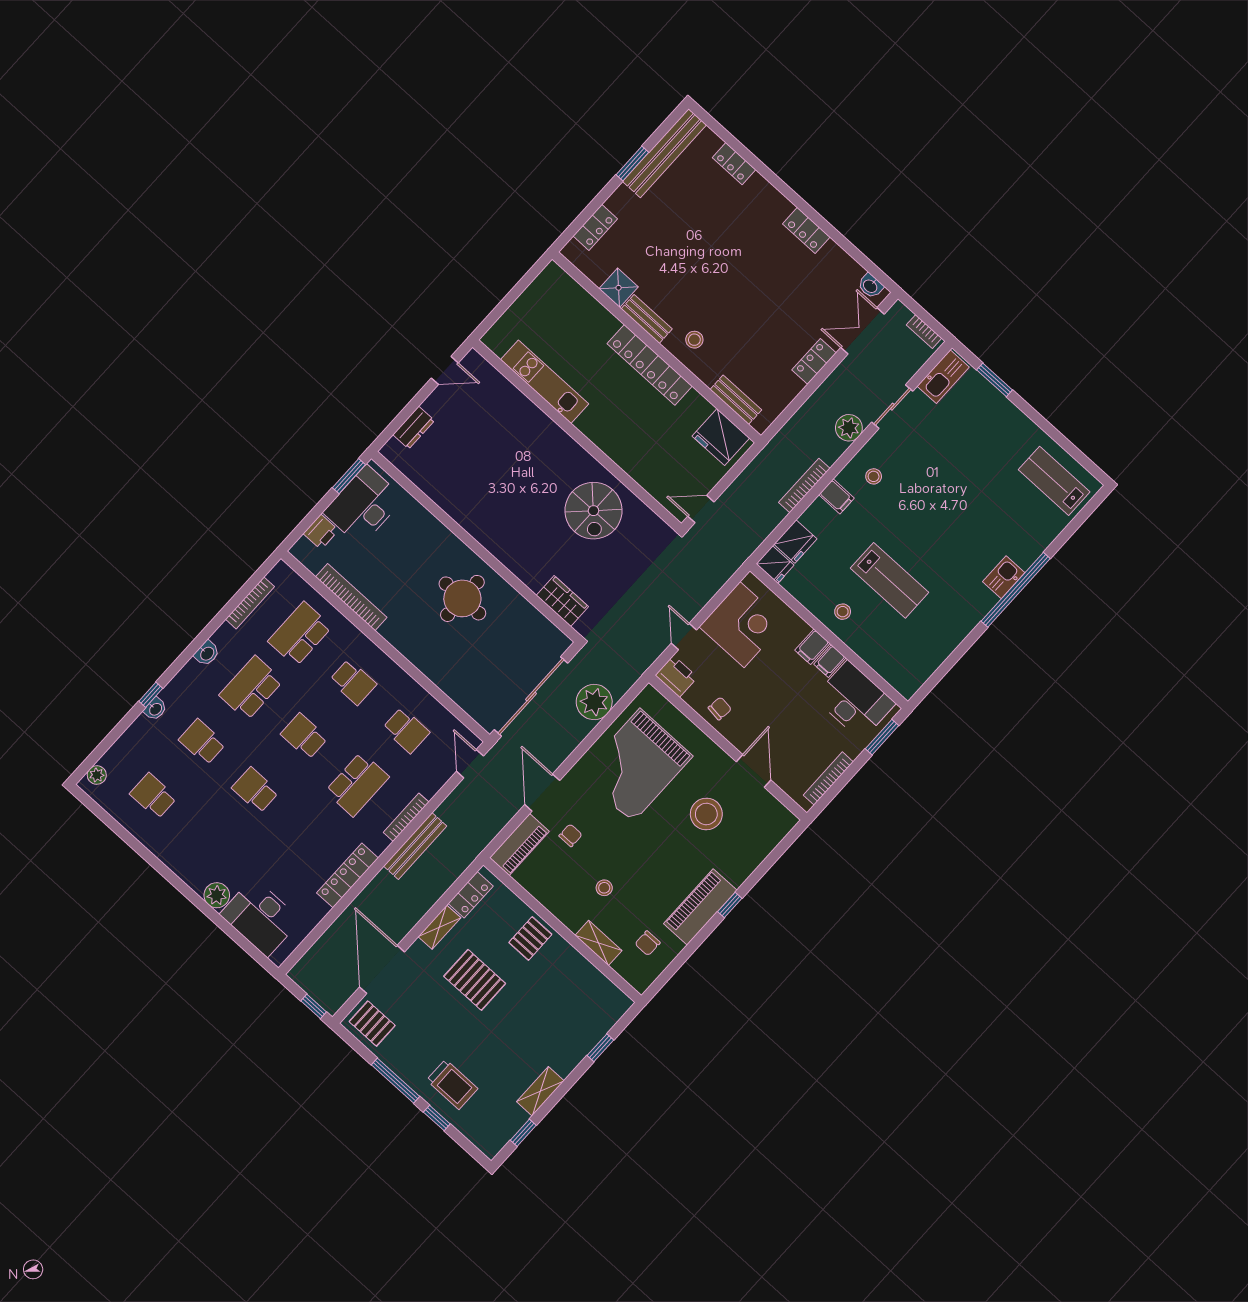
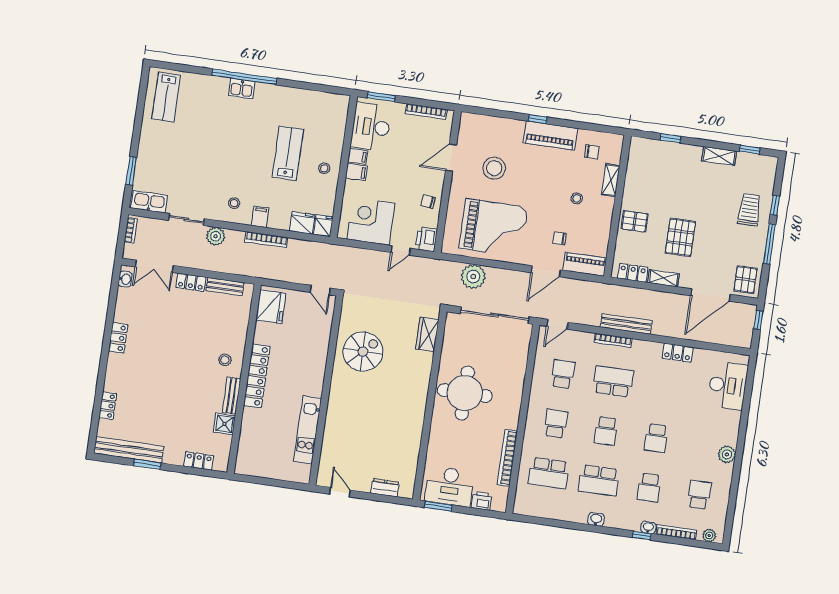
bench: (736, 400) -> (225, 287), moved, turned 90
round table: (462, 598) -> (465, 393), width x1.36, depth x1.36
bookcase: (250, 603) -> (676, 532), moved
school desk: (153, 796) -> (699, 495), turned 180
locker: (347, 875) -> (678, 353), width x0.66
plant: (217, 895) -> (727, 454), moved

